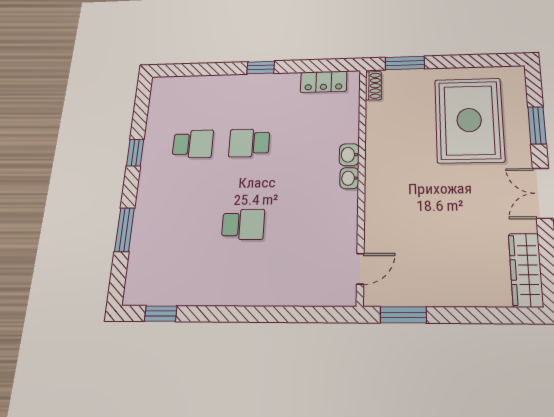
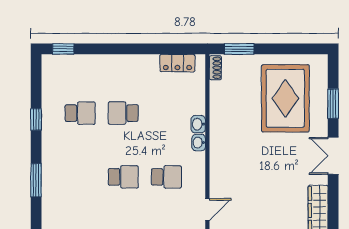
window: (261, 68) -> (63, 49), moved
school desk: (303, 224) -> (166, 177), added

